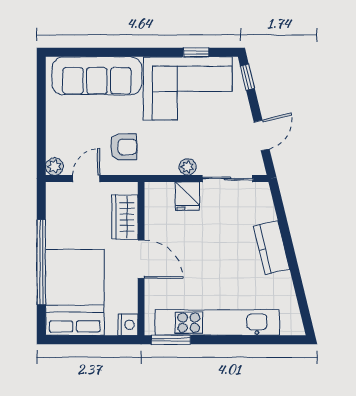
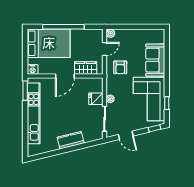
sofa: (97, 76) -> (155, 60), width x0.73
door: (86, 179) -> (105, 49), hinge flipped

